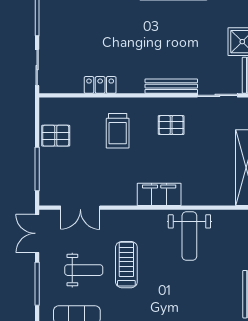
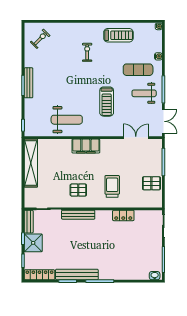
weight bench: (189, 236) -> (67, 120), turned 90
weight bench: (84, 270) -> (144, 93), moved

